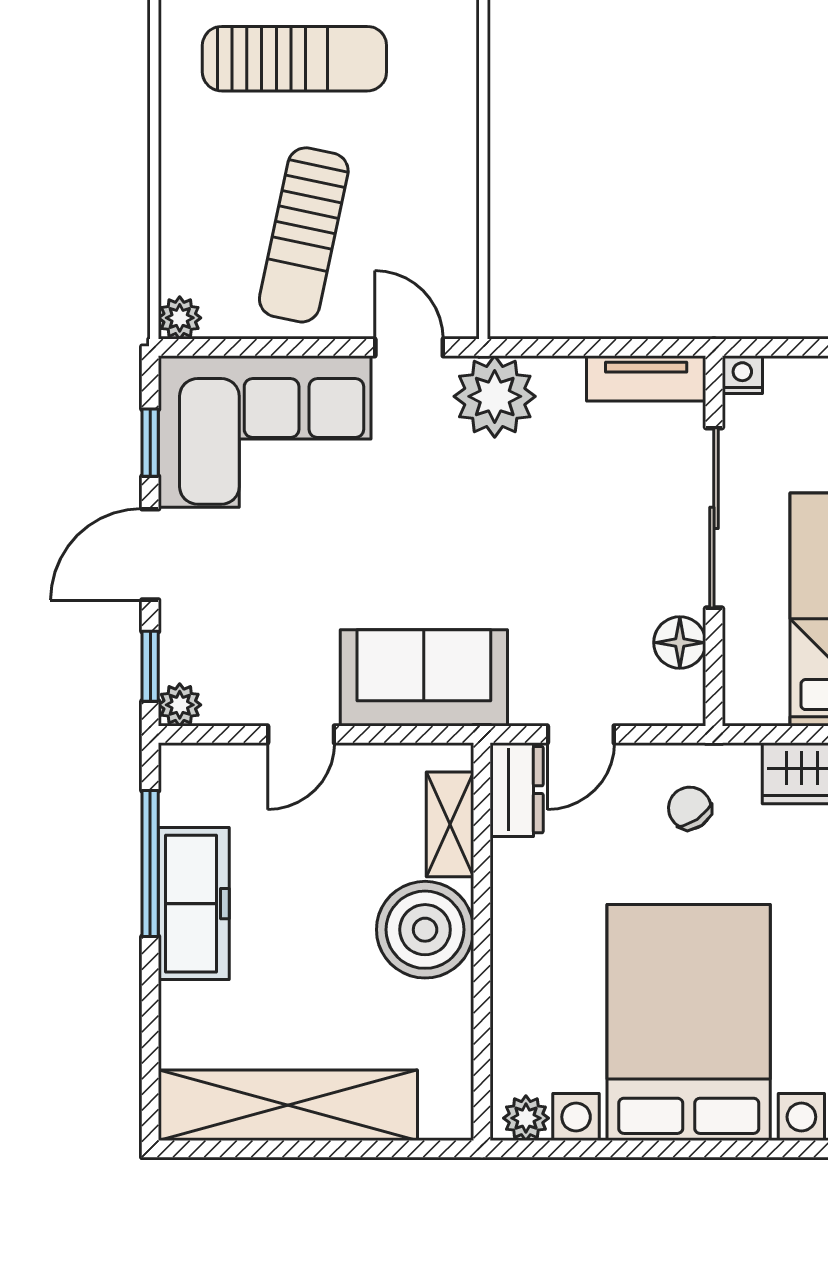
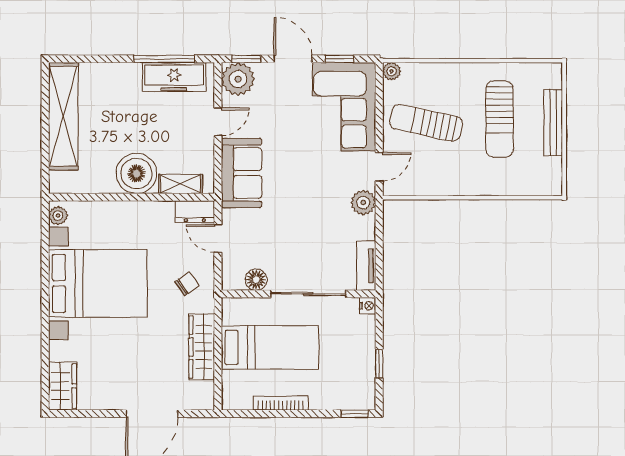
plant: (495, 396) -> (363, 203), width x0.73, depth x0.73
plant: (180, 705) -> (238, 79), width x1.88, depth x1.88
door: (301, 734) -> (218, 122), swing flipped
freezer: (194, 904) -> (174, 77), moved

